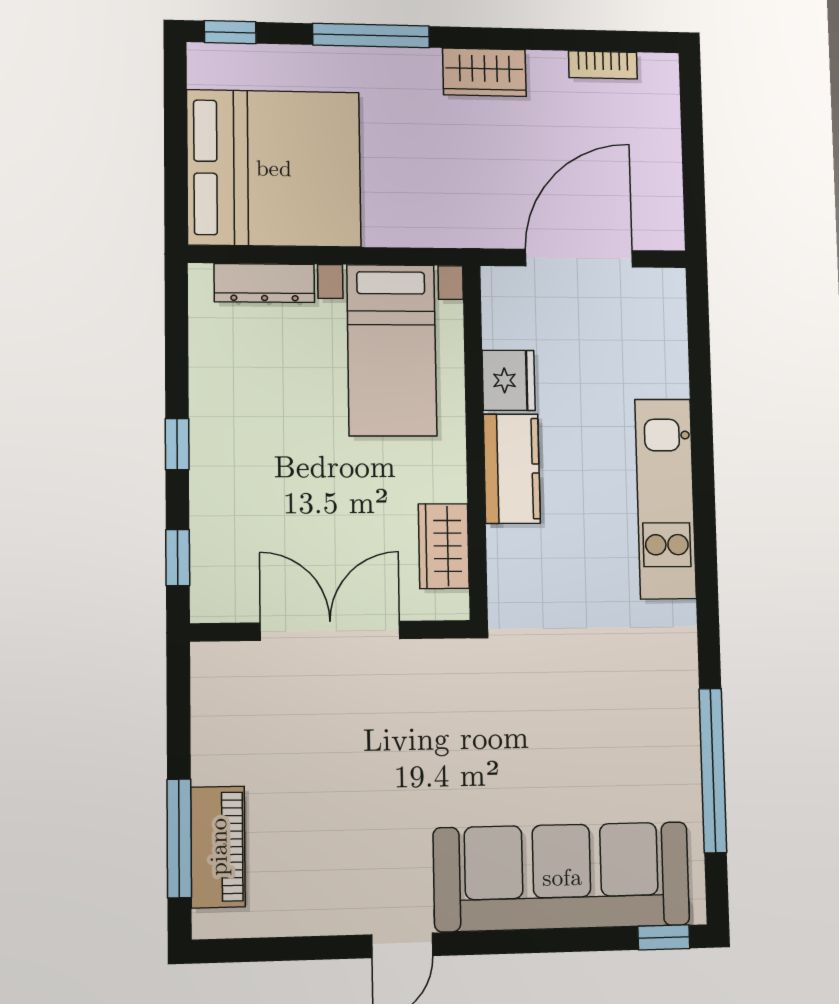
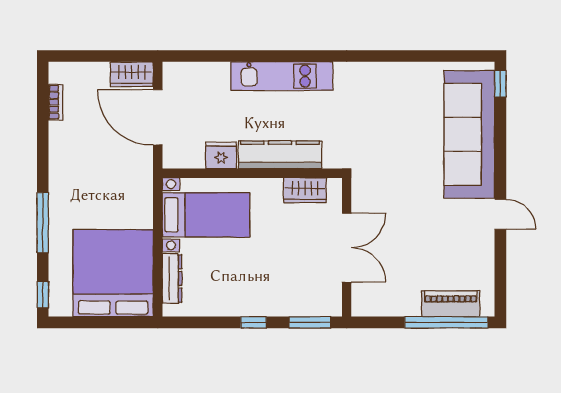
wardrobe: (484, 72) -> (132, 74), moved, turned 90
kitchen counter: (512, 469) -> (280, 155), width x1.50
window: (178, 558) -> (310, 322), width x1.50
double door: (330, 631) -> (347, 248), swing flipped
window: (713, 770) -> (419, 56), removed
window: (179, 838) -> (446, 322), width x1.46

